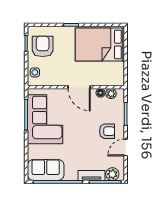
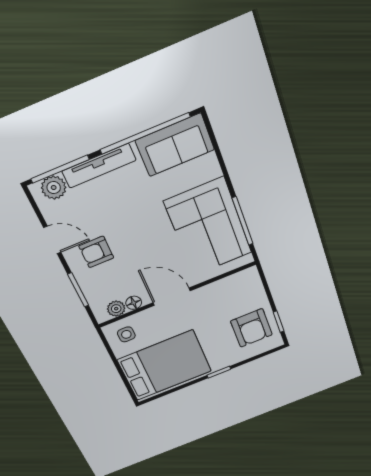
side table: (35, 72) -> (126, 334), moved
door: (126, 147) -> (52, 240), hinge flipped
tv unit: (92, 175) -> (99, 166), width x1.41

